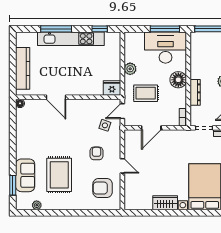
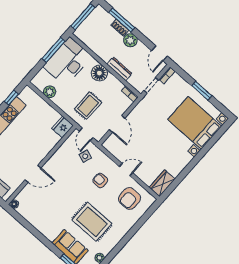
plant: (130, 69) -> (50, 92), moved
wardrobe: (165, 203) -> (162, 183), moved

